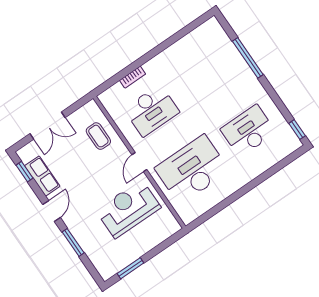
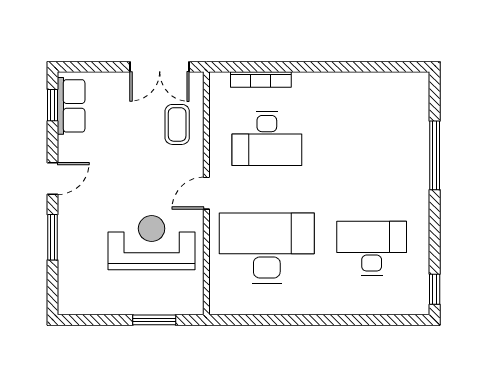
bookcase: (133, 77) -> (261, 79), width x1.56
double door: (47, 126) -> (160, 67), moved
row of seats: (42, 176) -> (71, 106), moved
window: (130, 268) -> (154, 320), moved

